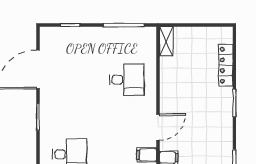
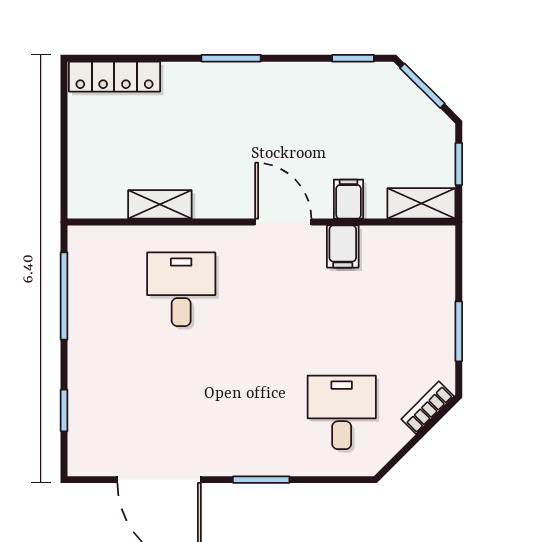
shelving: (166, 41) -> (160, 204), moved
locker: (226, 65) -> (114, 77), moved

